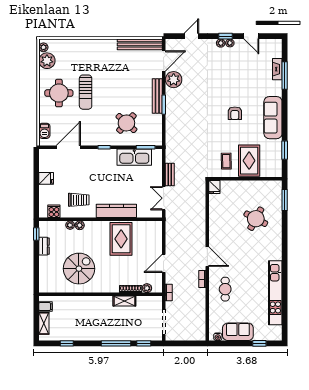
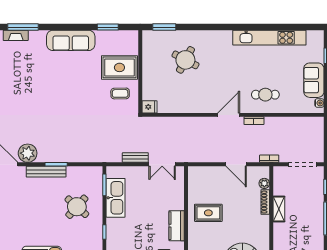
armchair: (235, 113) -> (66, 84), removed
kitchen counter: (116, 211) -> (177, 226), width x0.67
rug: (121, 239) -> (208, 213), width x0.73, depth x0.70

